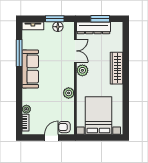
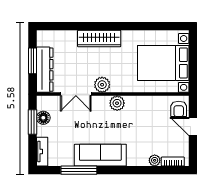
double door: (75, 51) -> (76, 94), swing flipped
plant: (69, 93) -> (117, 103), moved

